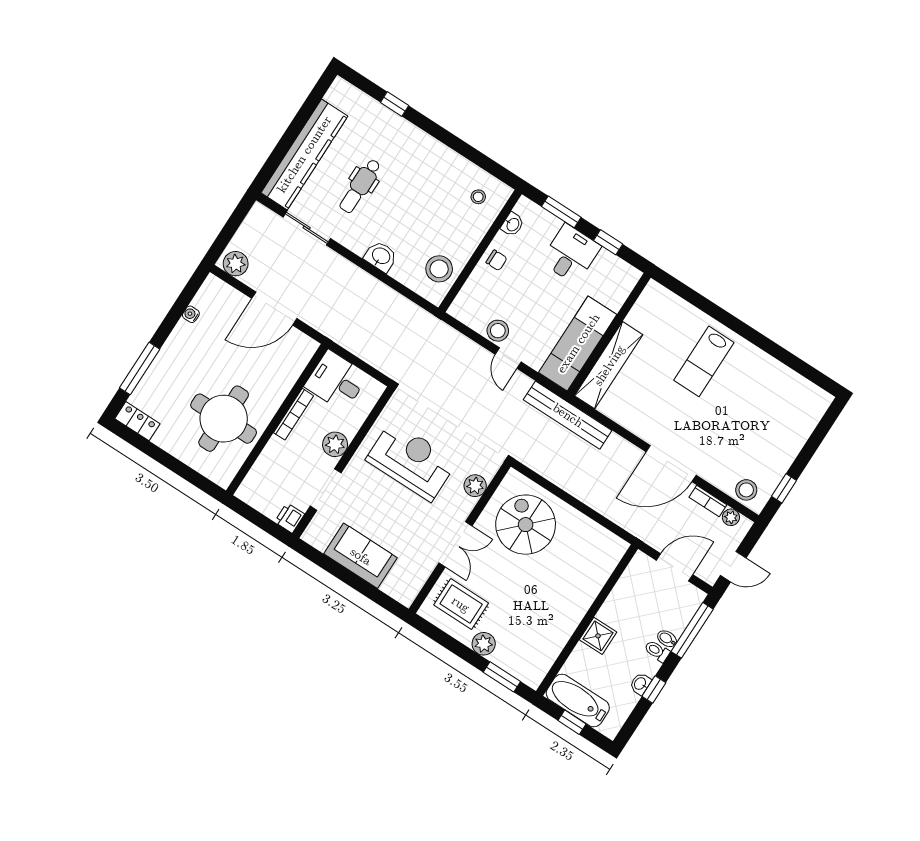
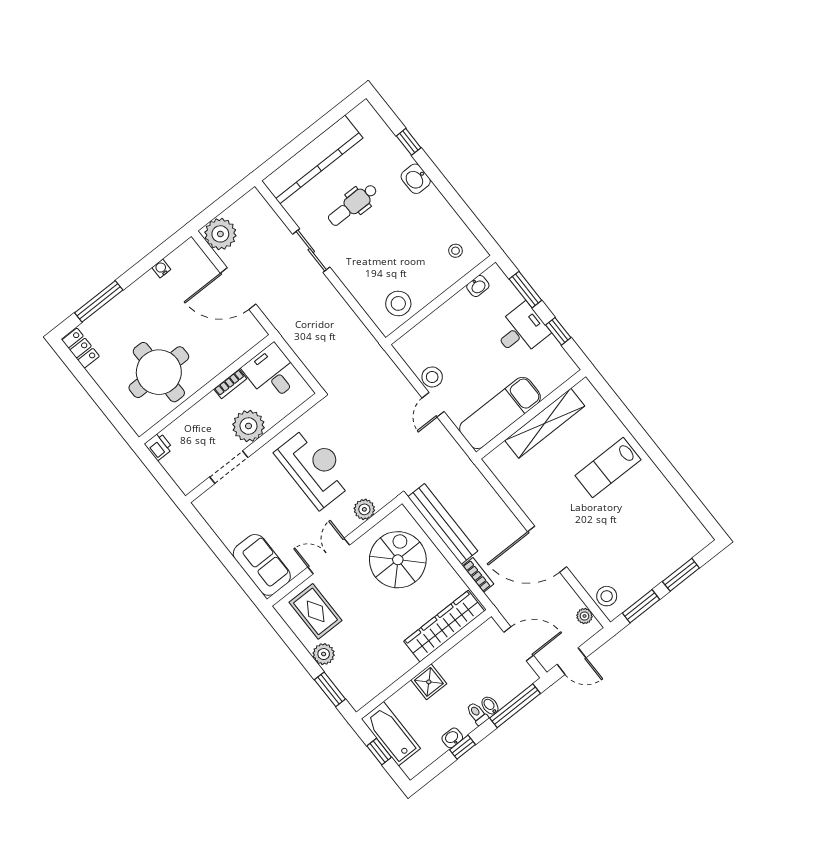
sliding door: (307, 228) -> (311, 251), moved
washbasin: (381, 256) -> (416, 179), moved, turned 180
chair: (497, 260) -> (453, 313), removed
plant: (236, 264) -> (220, 234), width x1.36, depth x1.36
shelving: (609, 365) -> (545, 423), moved
bookcase: (294, 414) -> (230, 384), width x0.64
bench: (568, 415) -> (443, 524), moved
window: (813, 443) -> (681, 575), added
plant: (335, 444) -> (249, 426), width x1.36, depth x1.36
window: (784, 488) -> (641, 606), width x1.50
bookcase: (708, 501) -> (478, 575), moved, turned 180
printer: (290, 518) -> (159, 446), moved, turned 90
double door: (455, 544) -> (329, 556), swing flipped
sofa: (361, 556) -> (262, 565), moved
wardrobe: (594, 575) -> (444, 626), added

